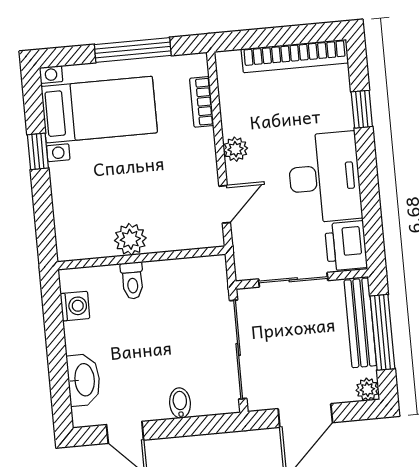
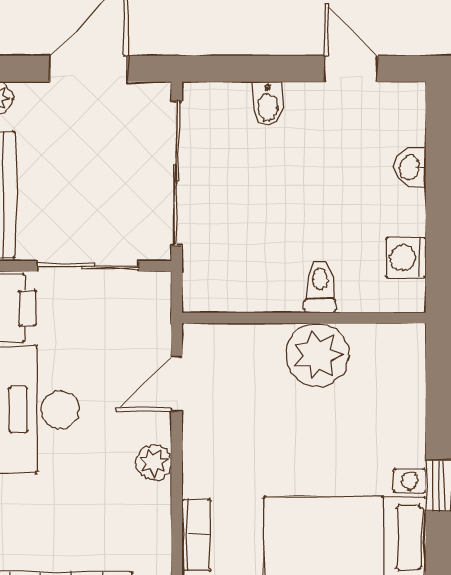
plant: (130, 239) -> (317, 355), width x1.36, depth x1.36
washbasin: (84, 380) -> (410, 168), width x0.52, depth x0.69

